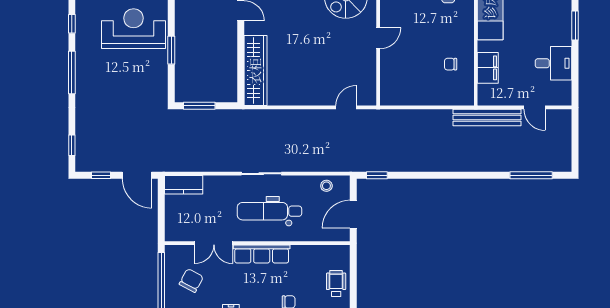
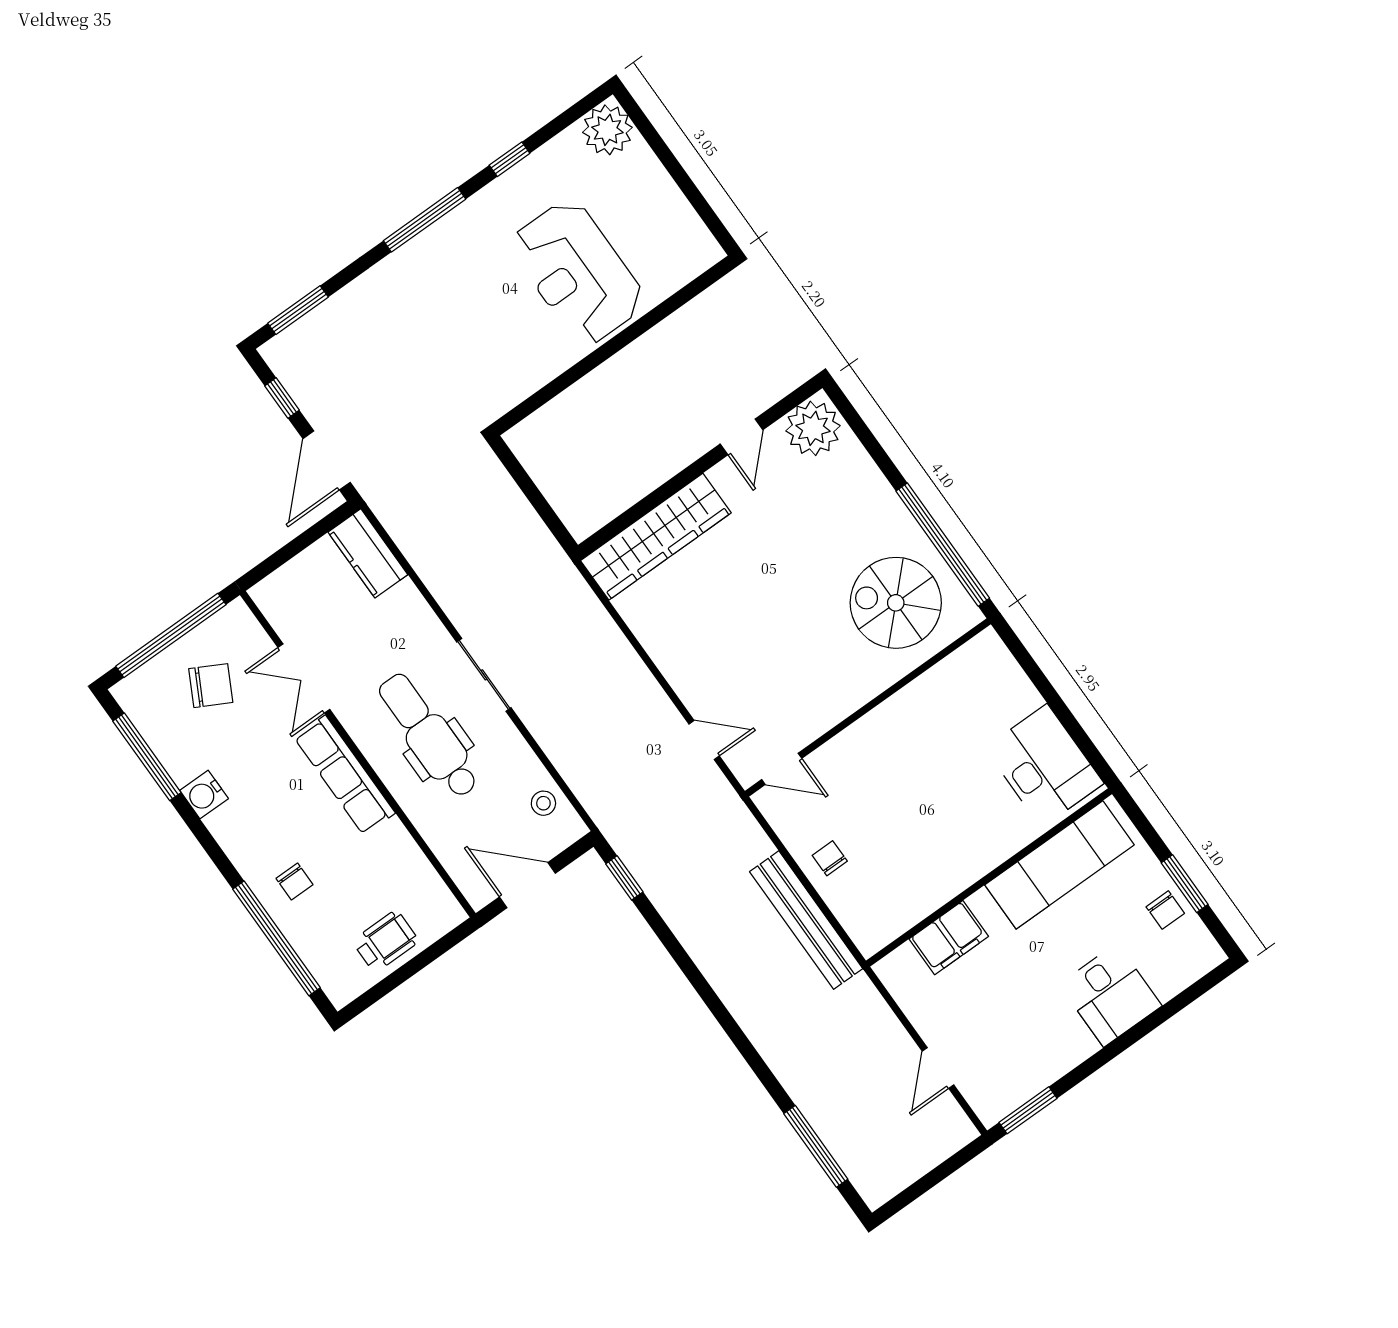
window: (575, 25) -> (1028, 1110), moved
reception desk: (134, 29) -> (577, 272), turned 180
door: (378, 38) -> (782, 769), moved
window: (171, 50) -> (587, 365), removed
desk: (554, 63) -> (1110, 995), moved
chair: (451, 64) -> (830, 858), moved
window: (199, 106) -> (525, 483), removed
bench: (487, 117) -> (806, 920), moved
window: (72, 145) -> (298, 310), width x1.50

